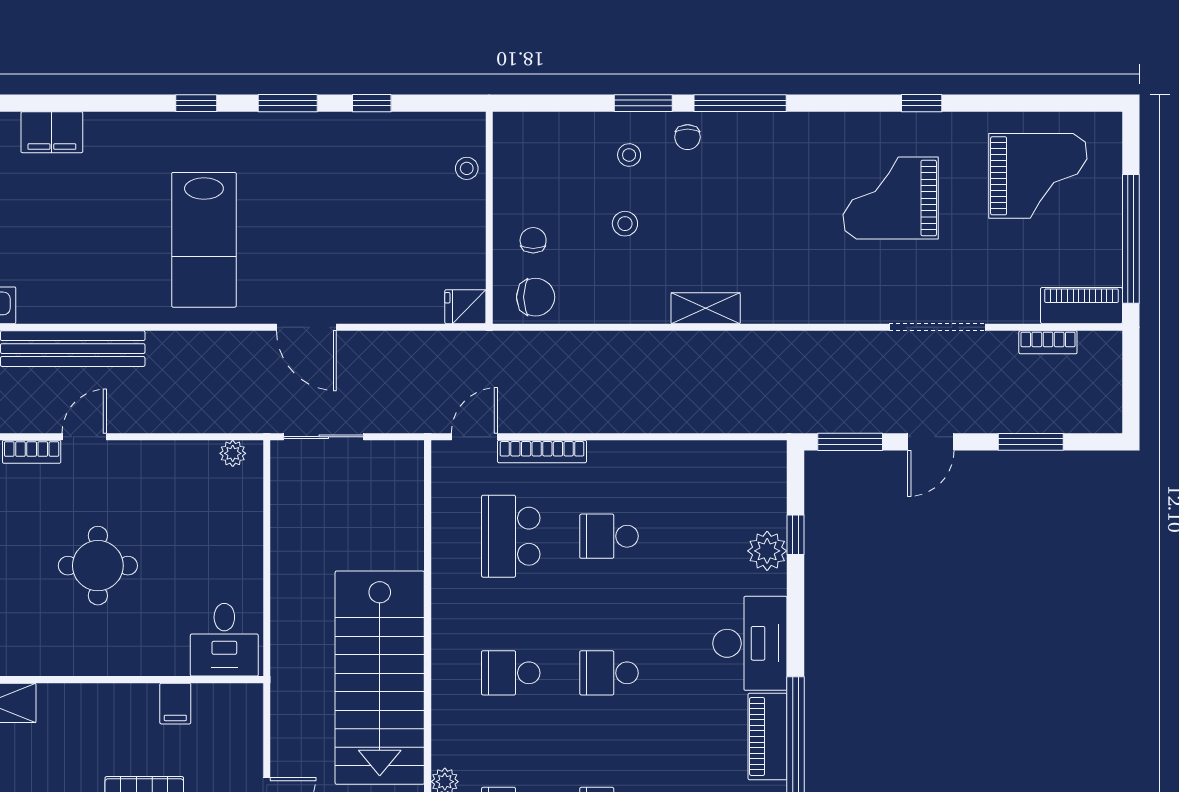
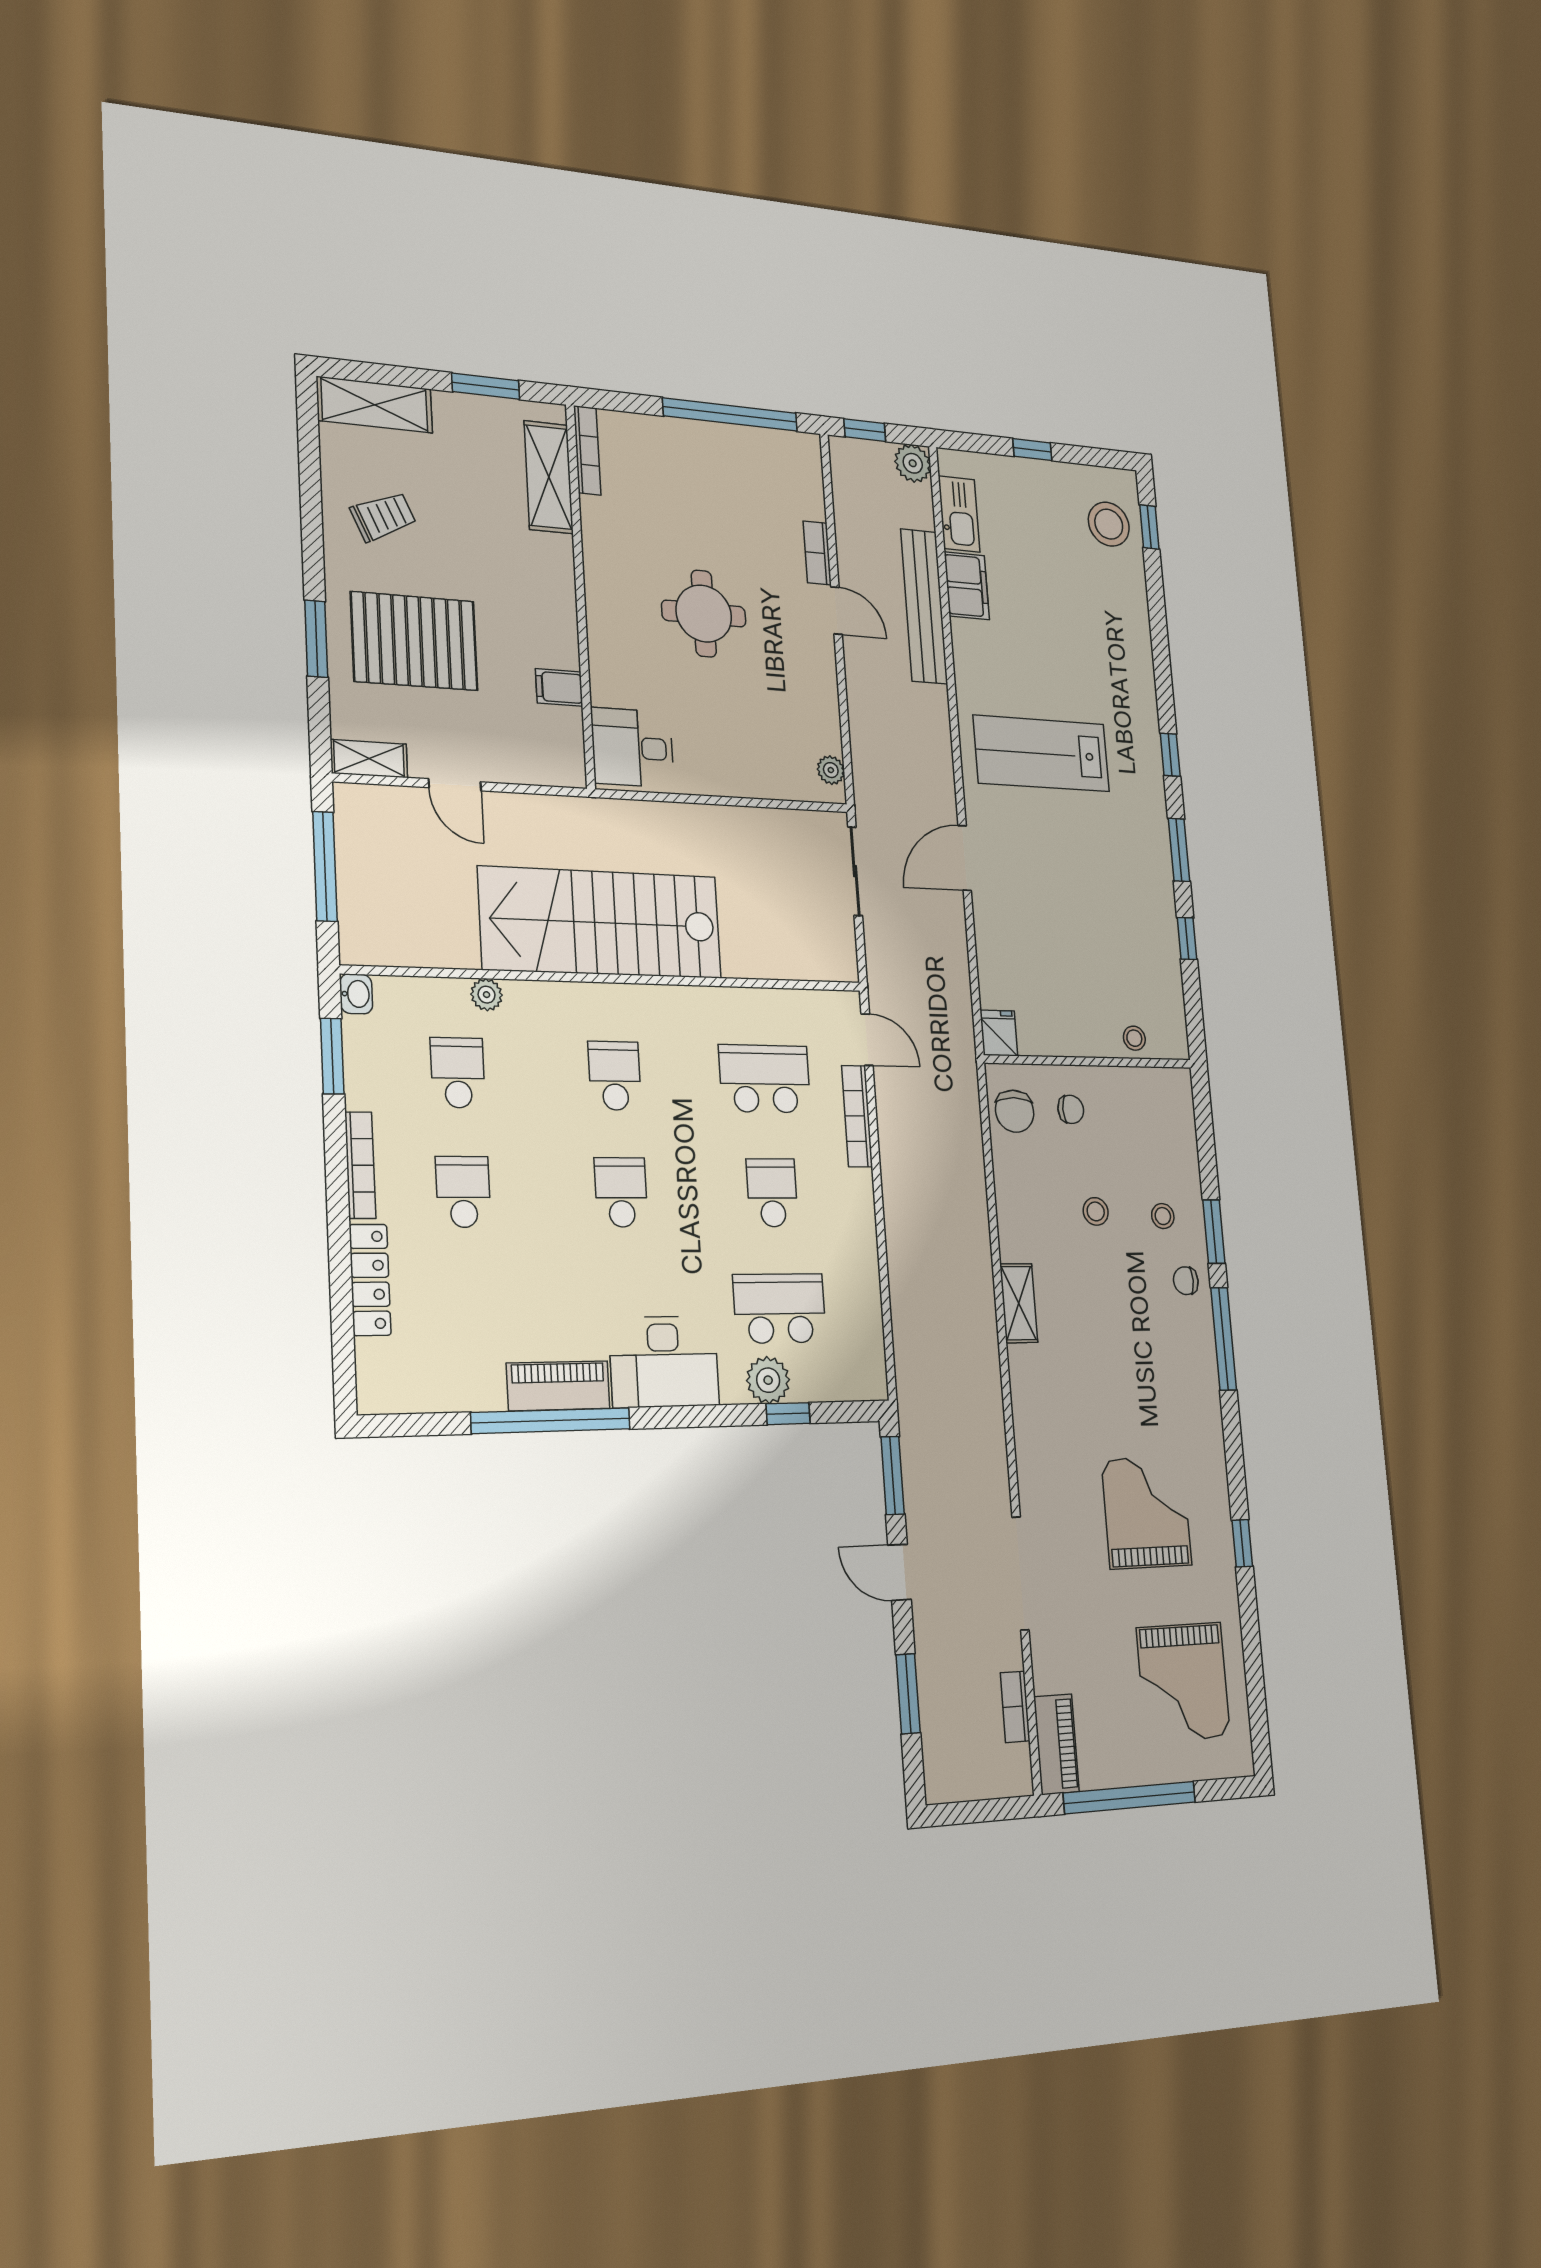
filing cabinet: (52, 132) -> (967, 586), moved, turned 180
school desk: (707, 536) -> (780, 1308), added

